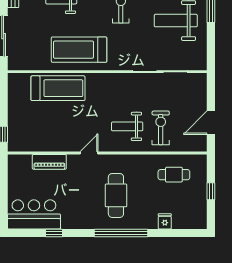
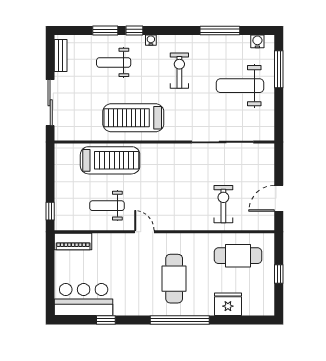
weight bench: (127, 126) -> (107, 206), moved
door: (89, 153) -> (144, 232), hinge flipped
piano: (49, 162) -> (73, 242), moved
cafe table: (174, 175) -> (238, 256), width x1.37, depth x1.35
fridge: (165, 221) -> (228, 304), width x1.88, depth x1.34

